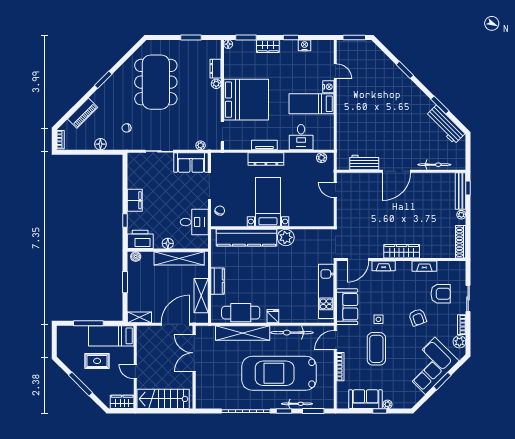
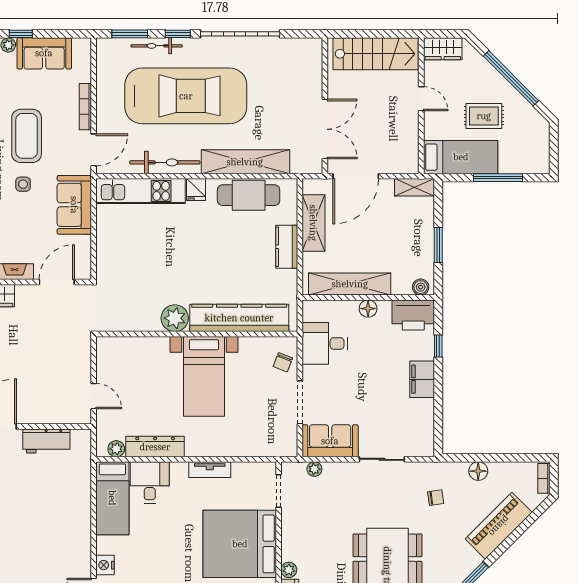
bed: (312, 104) -> (112, 498), moved, turned 90
piano: (83, 113) -> (499, 526), width x1.37, depth x1.33
dresser: (266, 159) -> (155, 447), moved
kitchen unit: (326, 291) -> (141, 191), moved, turned 90
window: (80, 384) -> (511, 78), width x1.46

